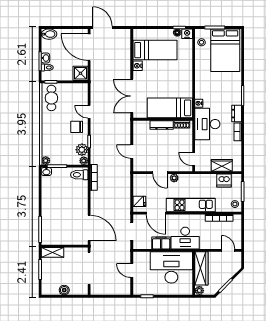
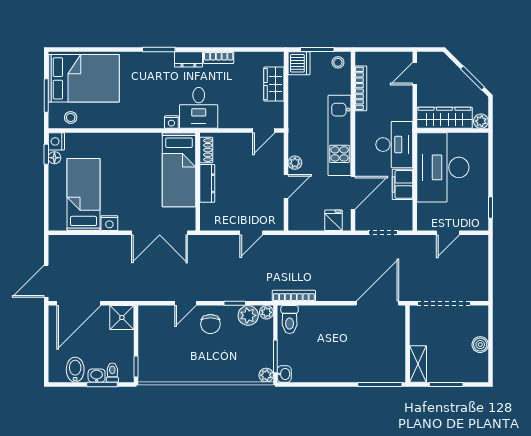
bidet: (49, 34) -> (75, 370), moved
cafe table: (51, 98) -> (163, 366), removed
desk: (207, 124) -> (199, 108), width x0.73
dishwasher: (224, 180) -> (299, 63), moved

